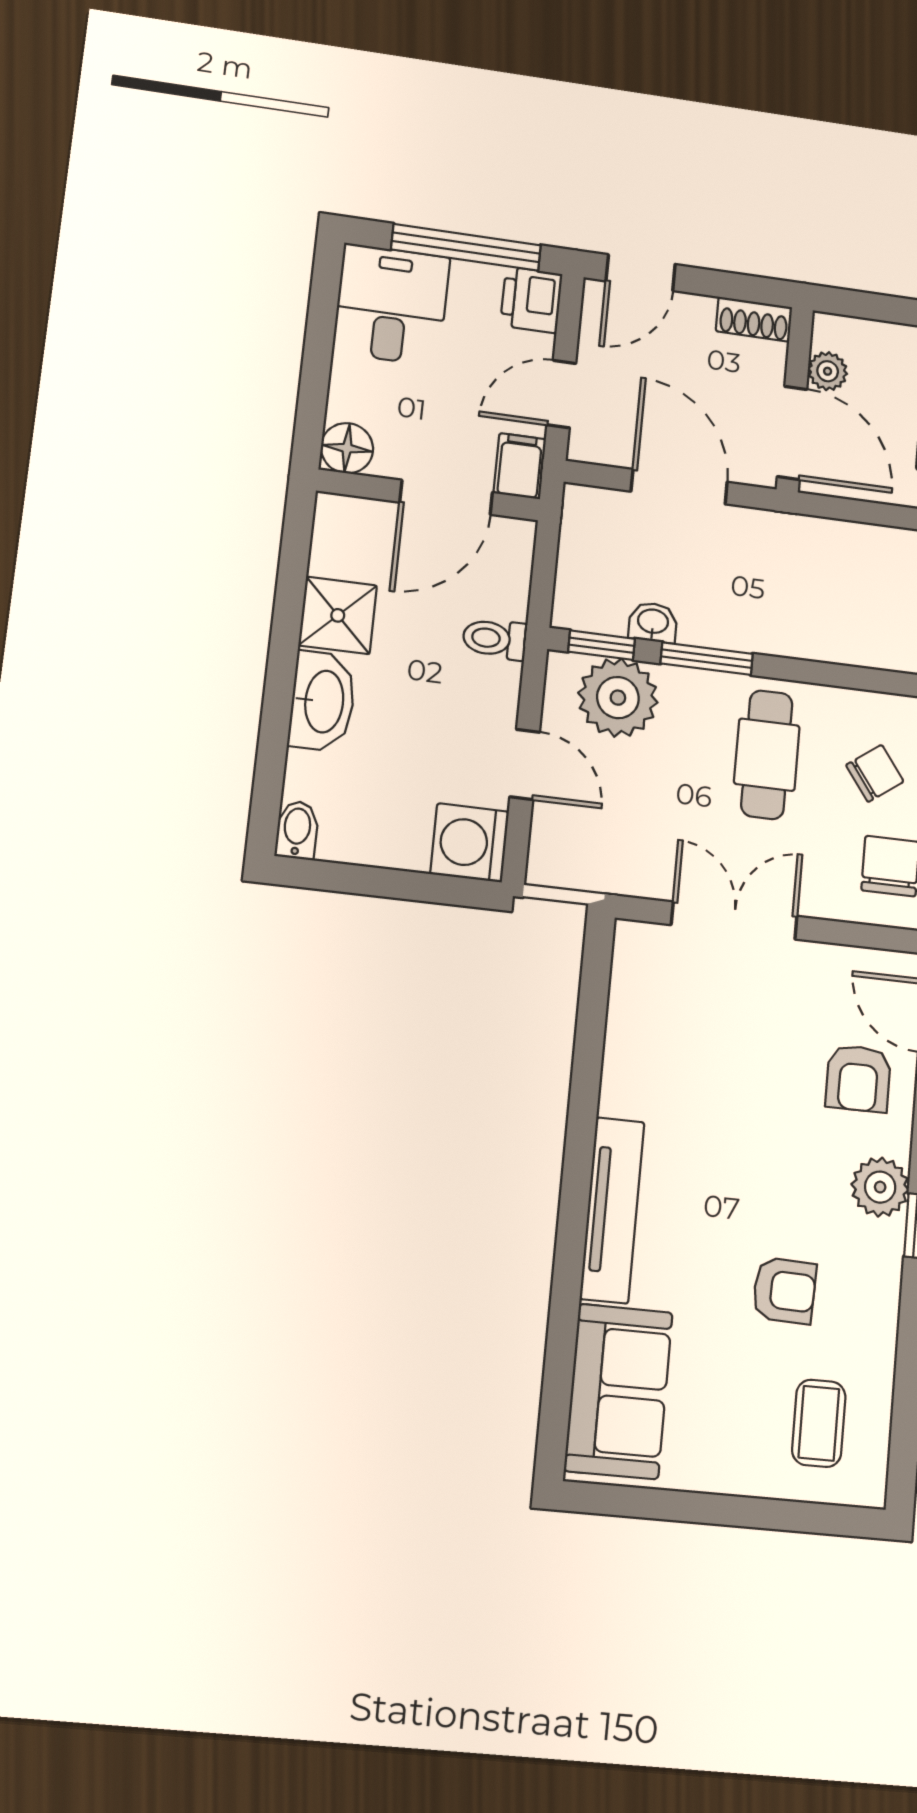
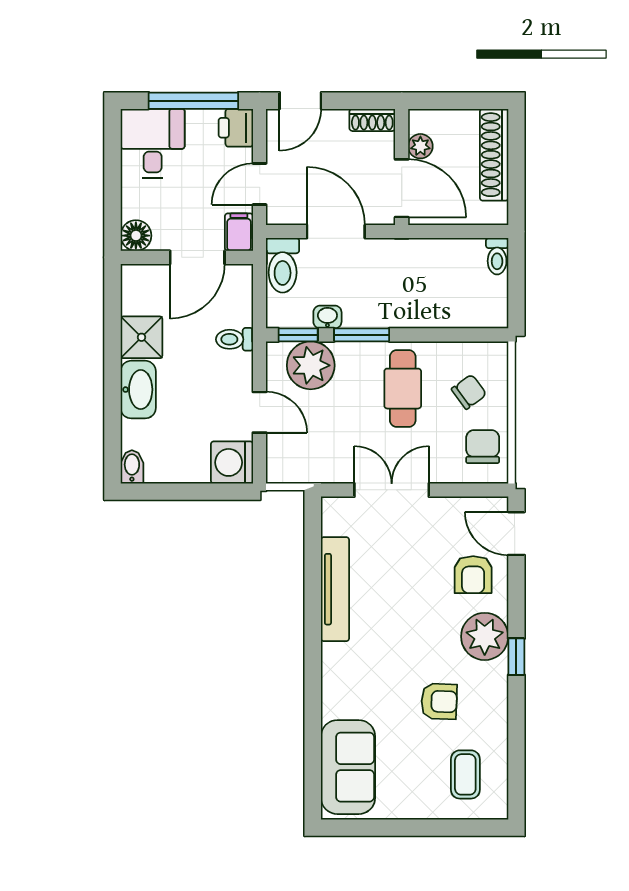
toilet: (587, 529) -> (283, 265), added
plant: (880, 1187) -> (485, 636), width x1.36, depth x1.36
tv unit: (612, 1210) -> (335, 589), moved

